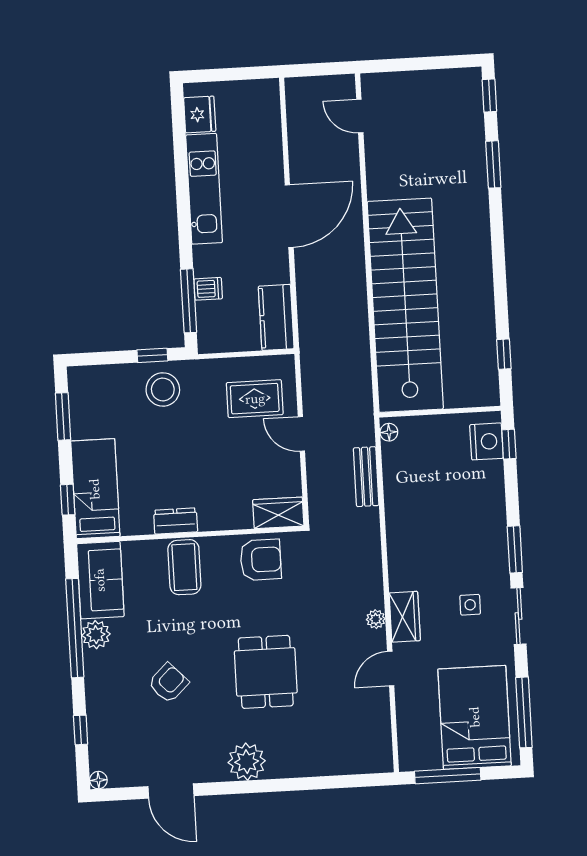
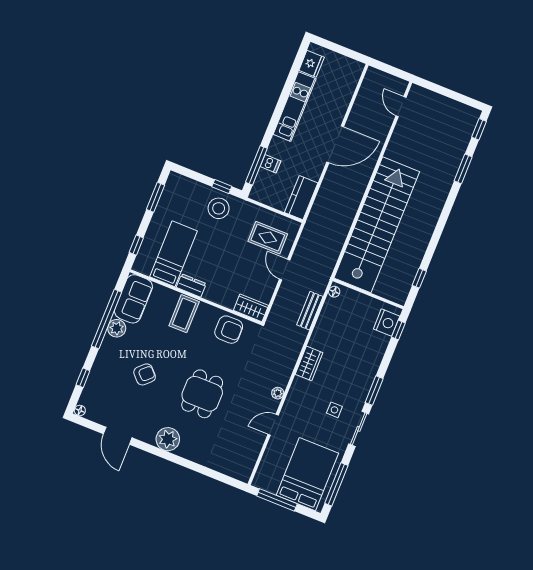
bed: (95, 489) -> (174, 254), moved
wardrobe: (405, 617) -> (309, 363), moved

